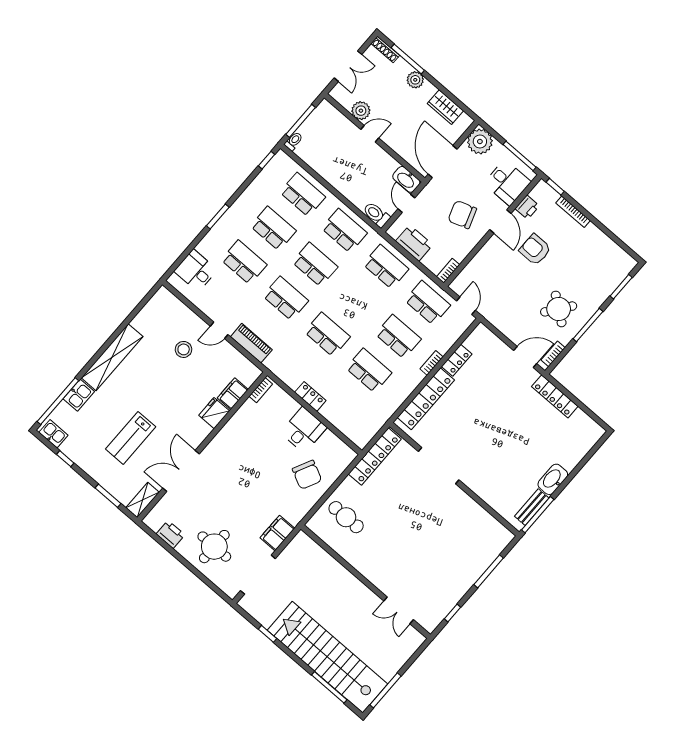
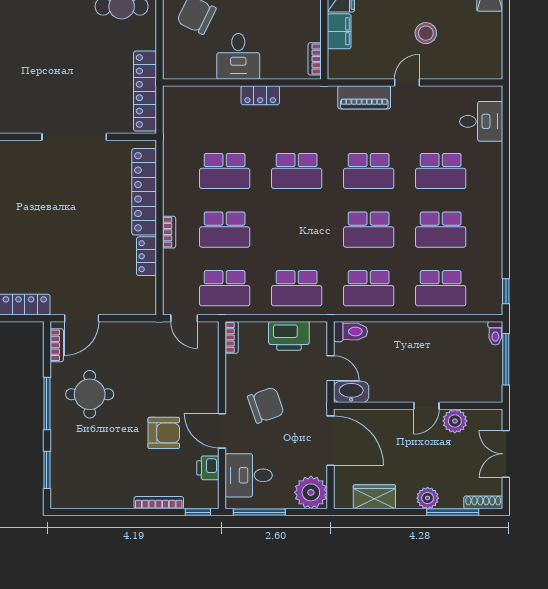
window: (218, 216) -> (506, 194), removed
round table: (559, 309) -> (90, 394), turned -37

